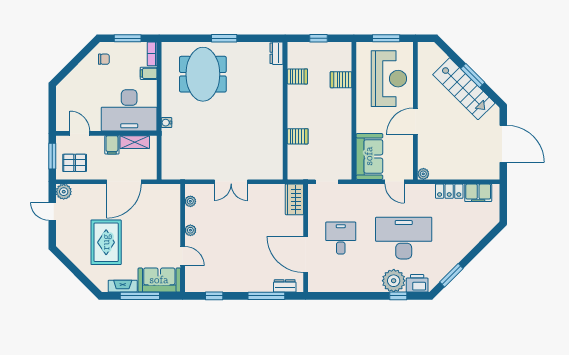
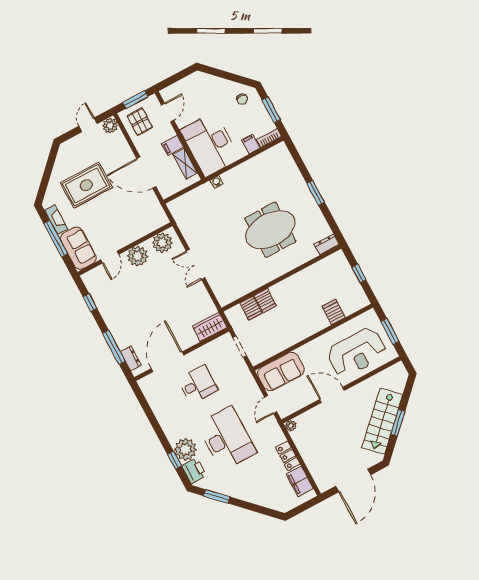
meeting table: (203, 74) -> (270, 230), moved
server rack: (297, 76) -> (251, 308), moved
plant: (190, 201) -> (162, 243), width x1.88, depth x1.88
plant: (190, 230) -> (138, 256), width x1.87, depth x1.87

